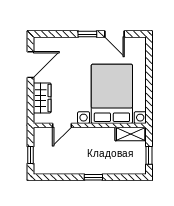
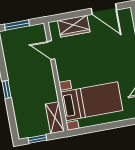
bed with nightstands: (112, 94) -> (92, 101), width x0.73
window: (30, 155) -> (17, 25), width x1.50

